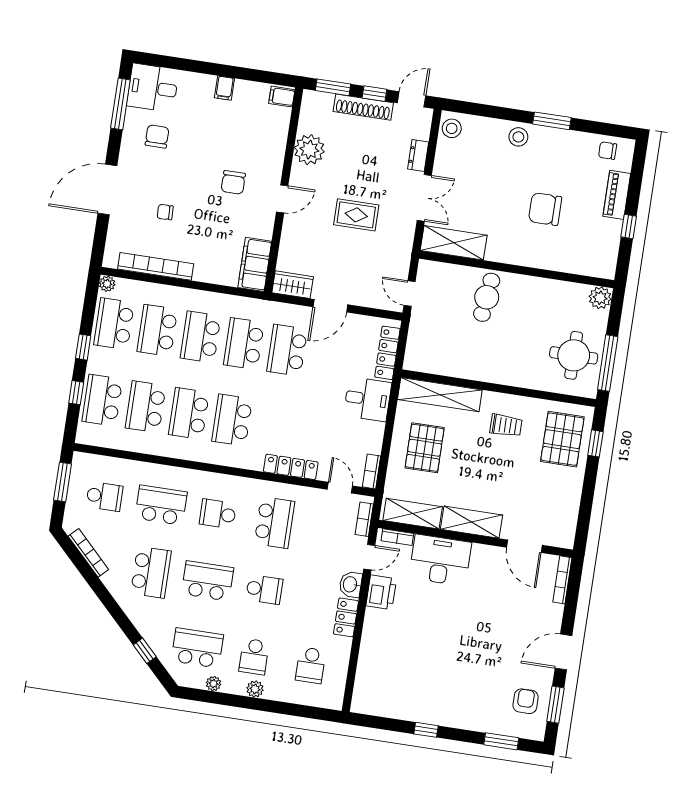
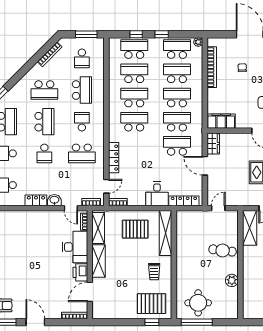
plant: (600, 298) -> (232, 280), moved
printer: (381, 592) -> (80, 272), moved, turned 90

